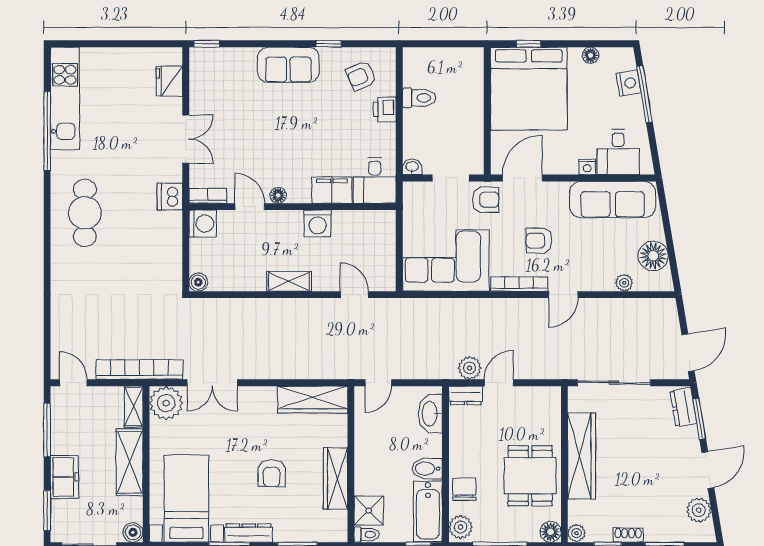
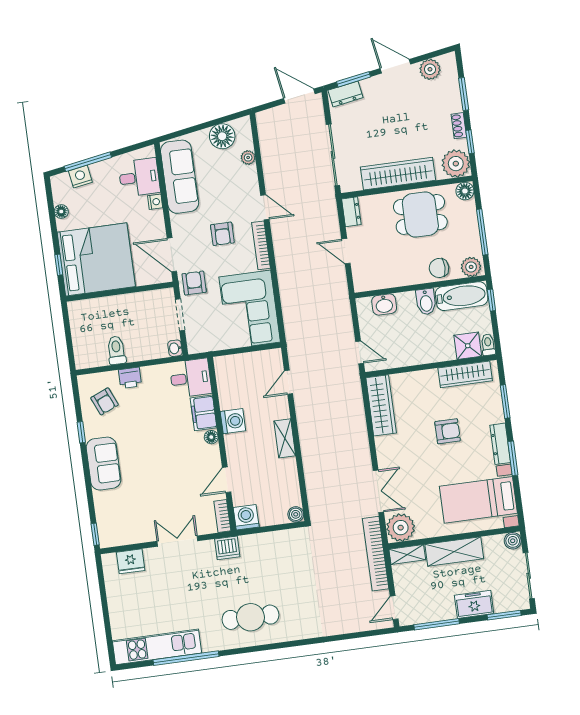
floor lamp: (278, 195) -> (211, 437), moved
plant: (470, 368) -> (337, 277), removed
dresser: (466, 395) -> (351, 212), moved
washbasin: (430, 414) -> (384, 305), width x0.72
wardrobe: (336, 478) -> (465, 374), moved
plant: (576, 533) -> (456, 164), width x1.87, depth x1.87

